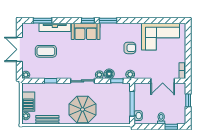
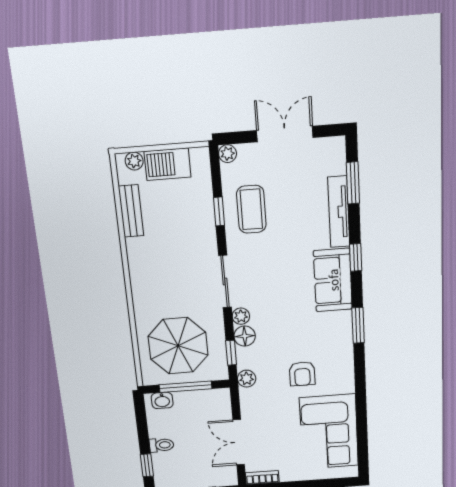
window: (88, 21) -> (356, 257), moved
coffee table: (46, 51) -> (251, 209), moved
parasol: (82, 110) -> (178, 346), moved

